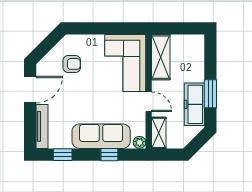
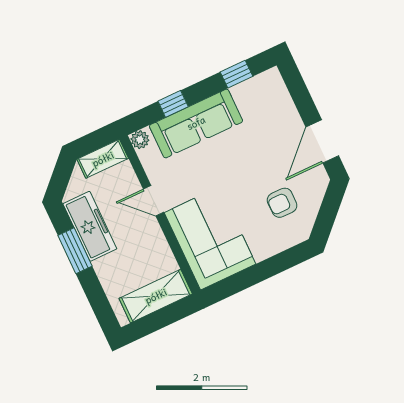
shelving: (161, 57) -> (156, 296), moved, turned 90
tv unit: (42, 126) -> (282, 99), removed
shelving: (159, 133) -> (103, 159), moved, turned 90

